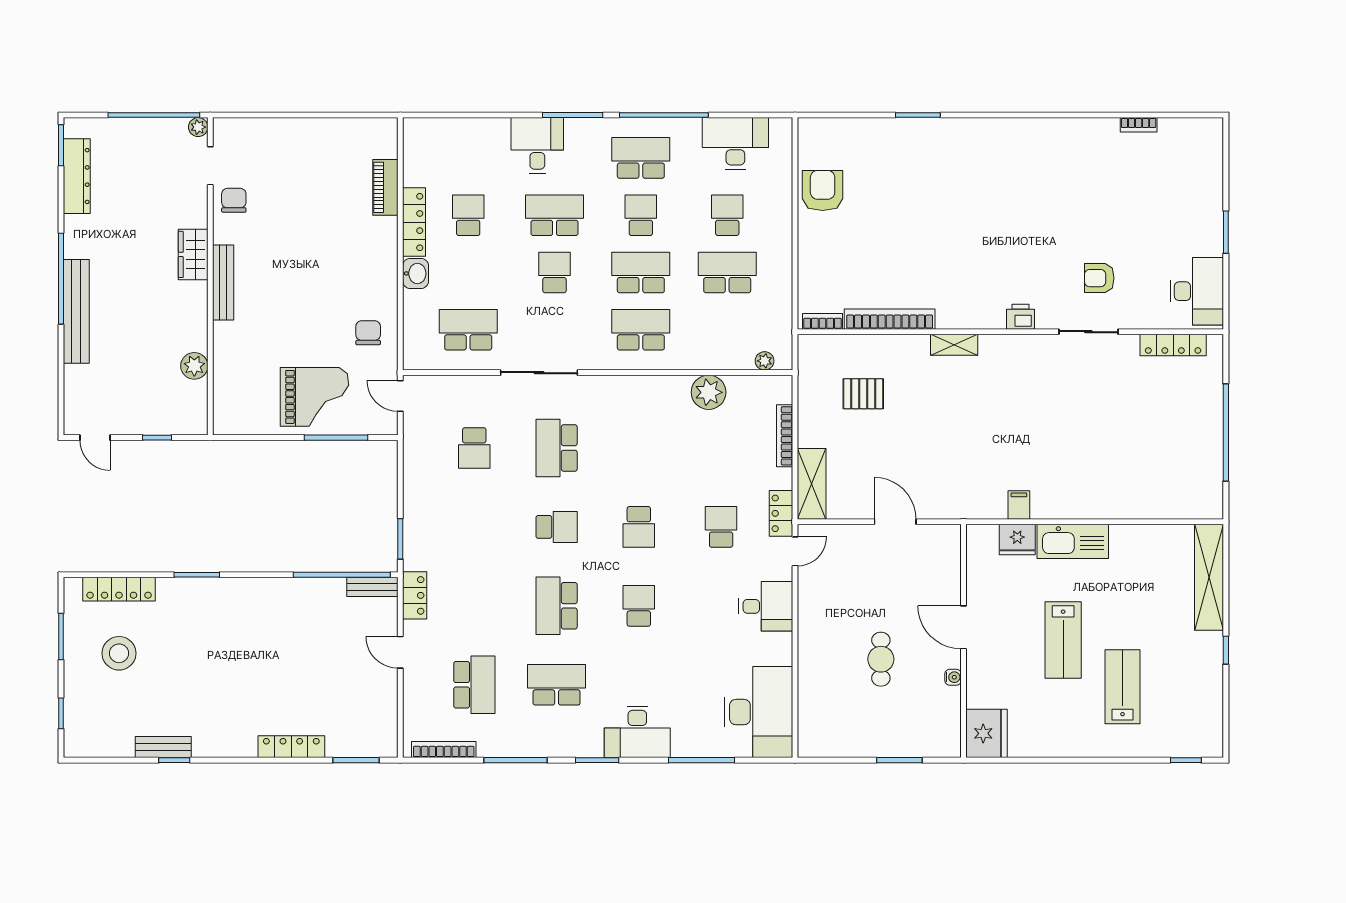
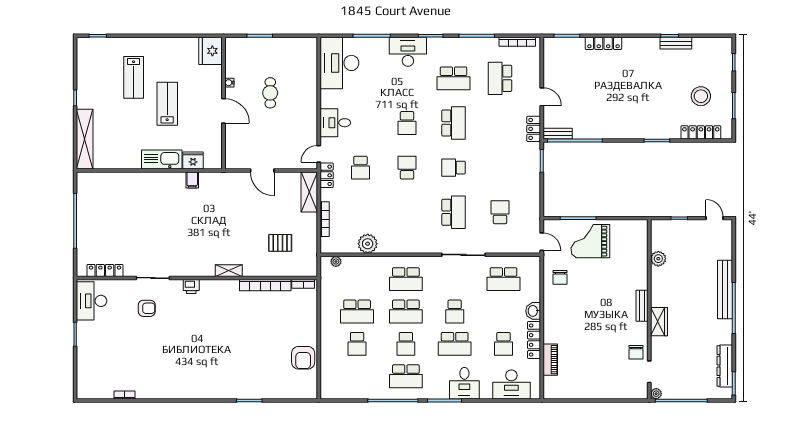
desk: (735, 143) -> (511, 384), moved
bench: (223, 282) -> (642, 306), width x0.73

